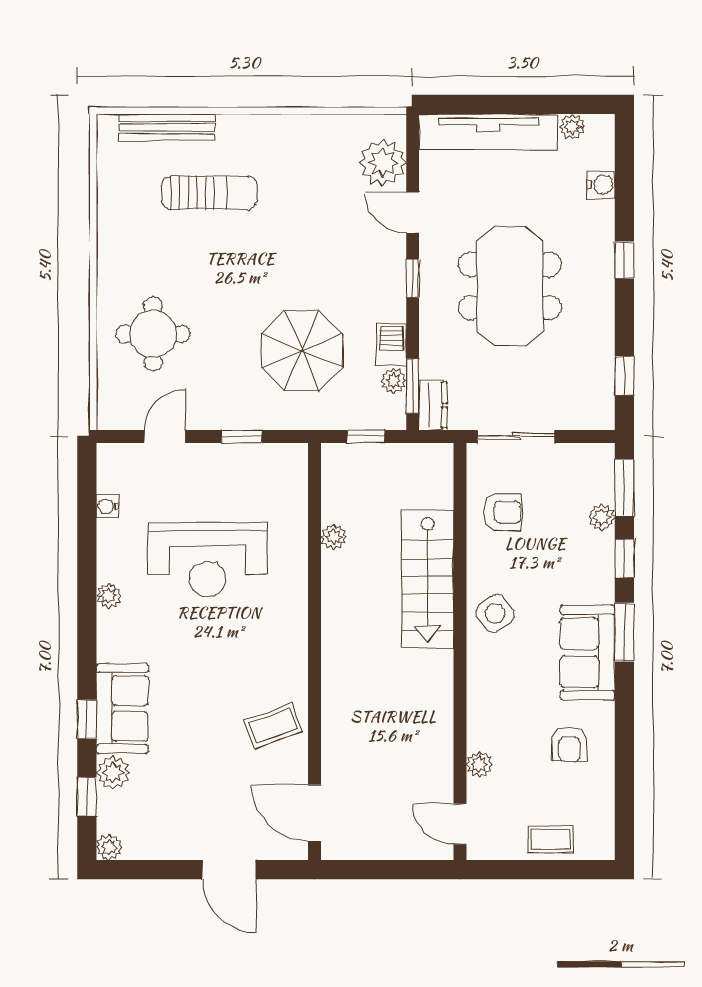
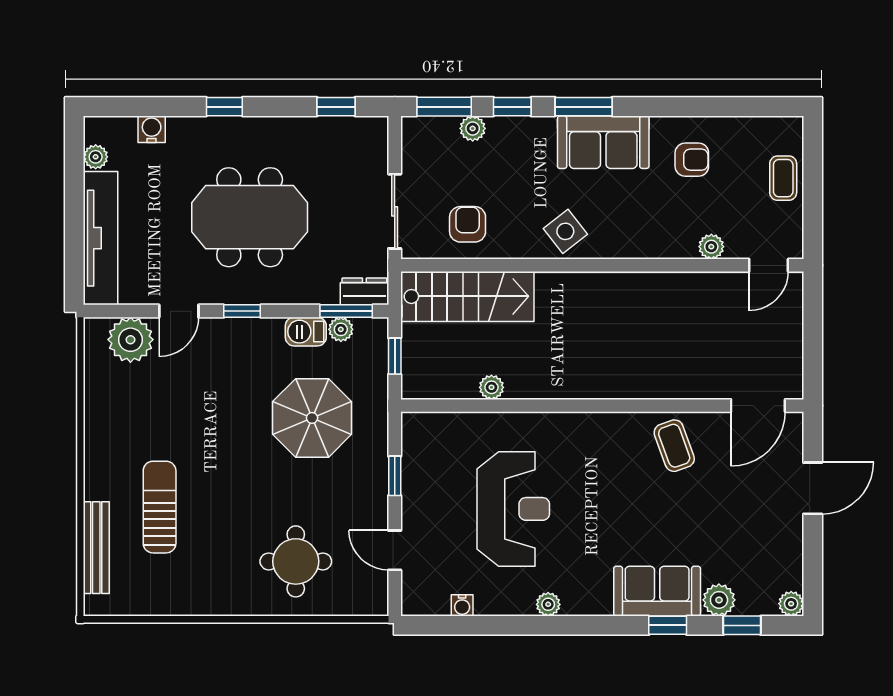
stairs: (428, 579) -> (467, 296), moved

